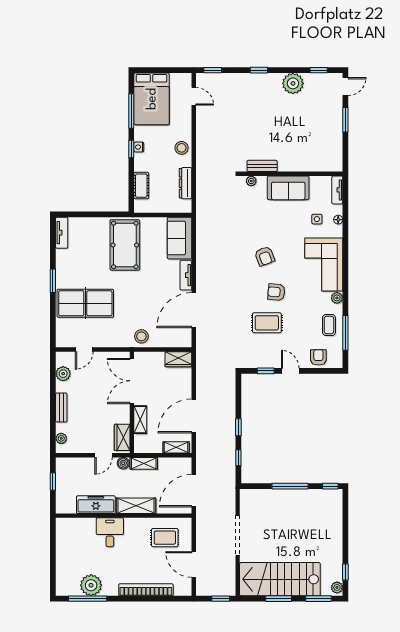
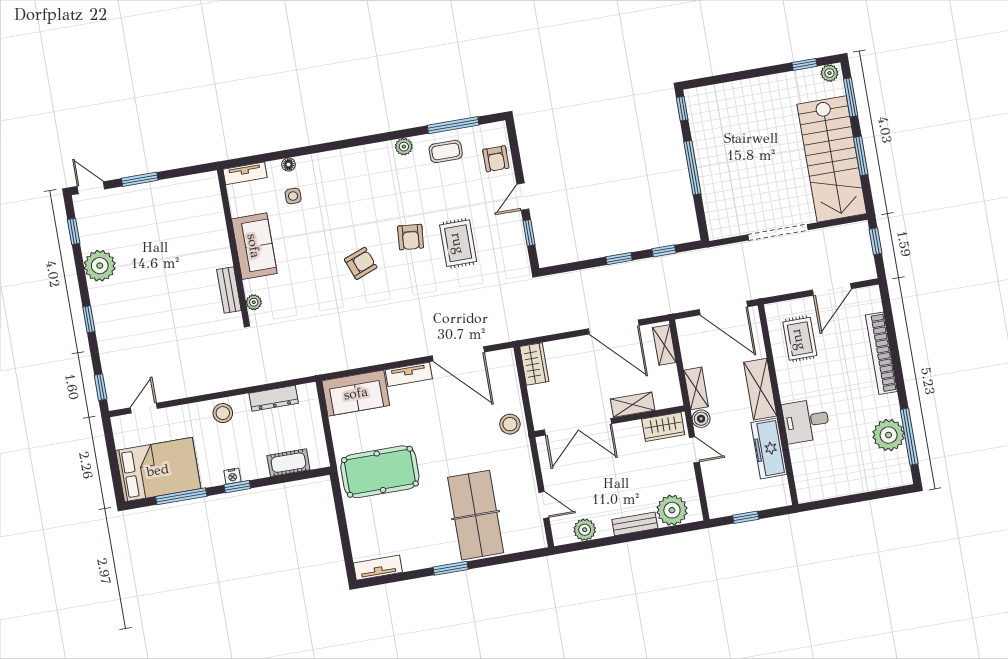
corner sofa: (324, 264) -> (358, 174), removed
armchair: (318, 357) -> (496, 159), turned -90
plant: (61, 438) -> (672, 510), width x1.88, depth x1.88

